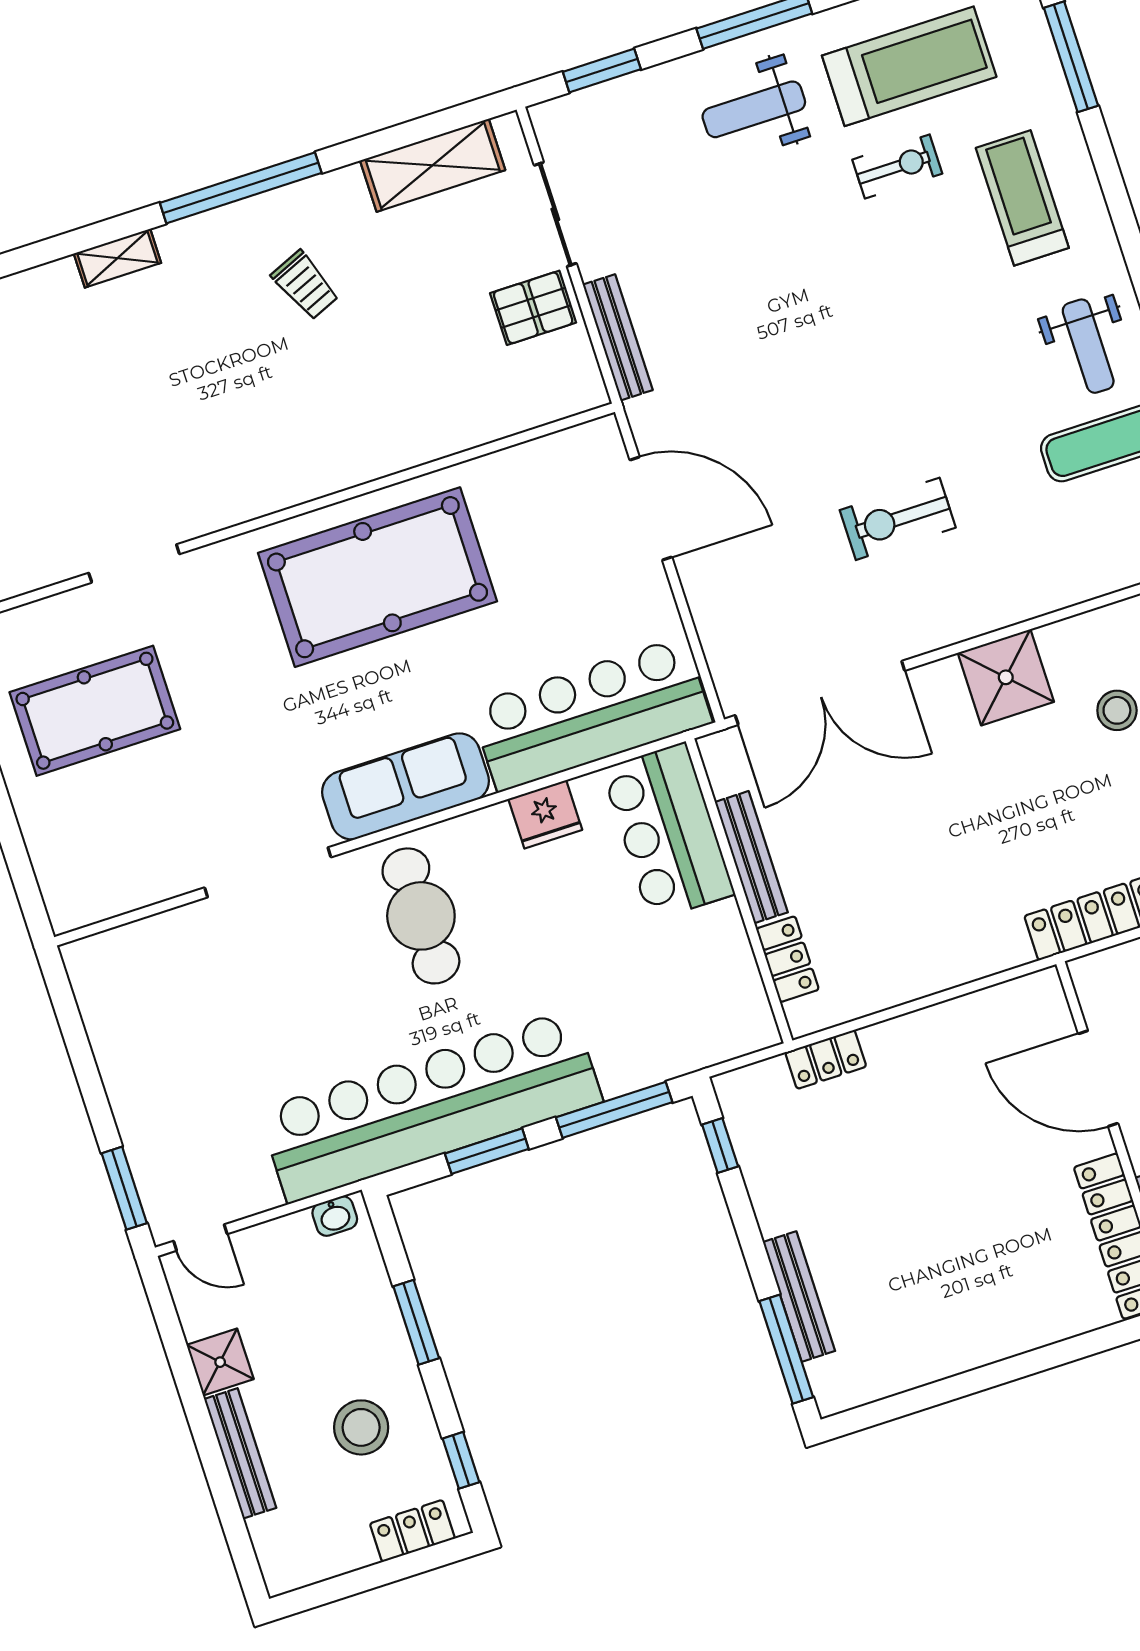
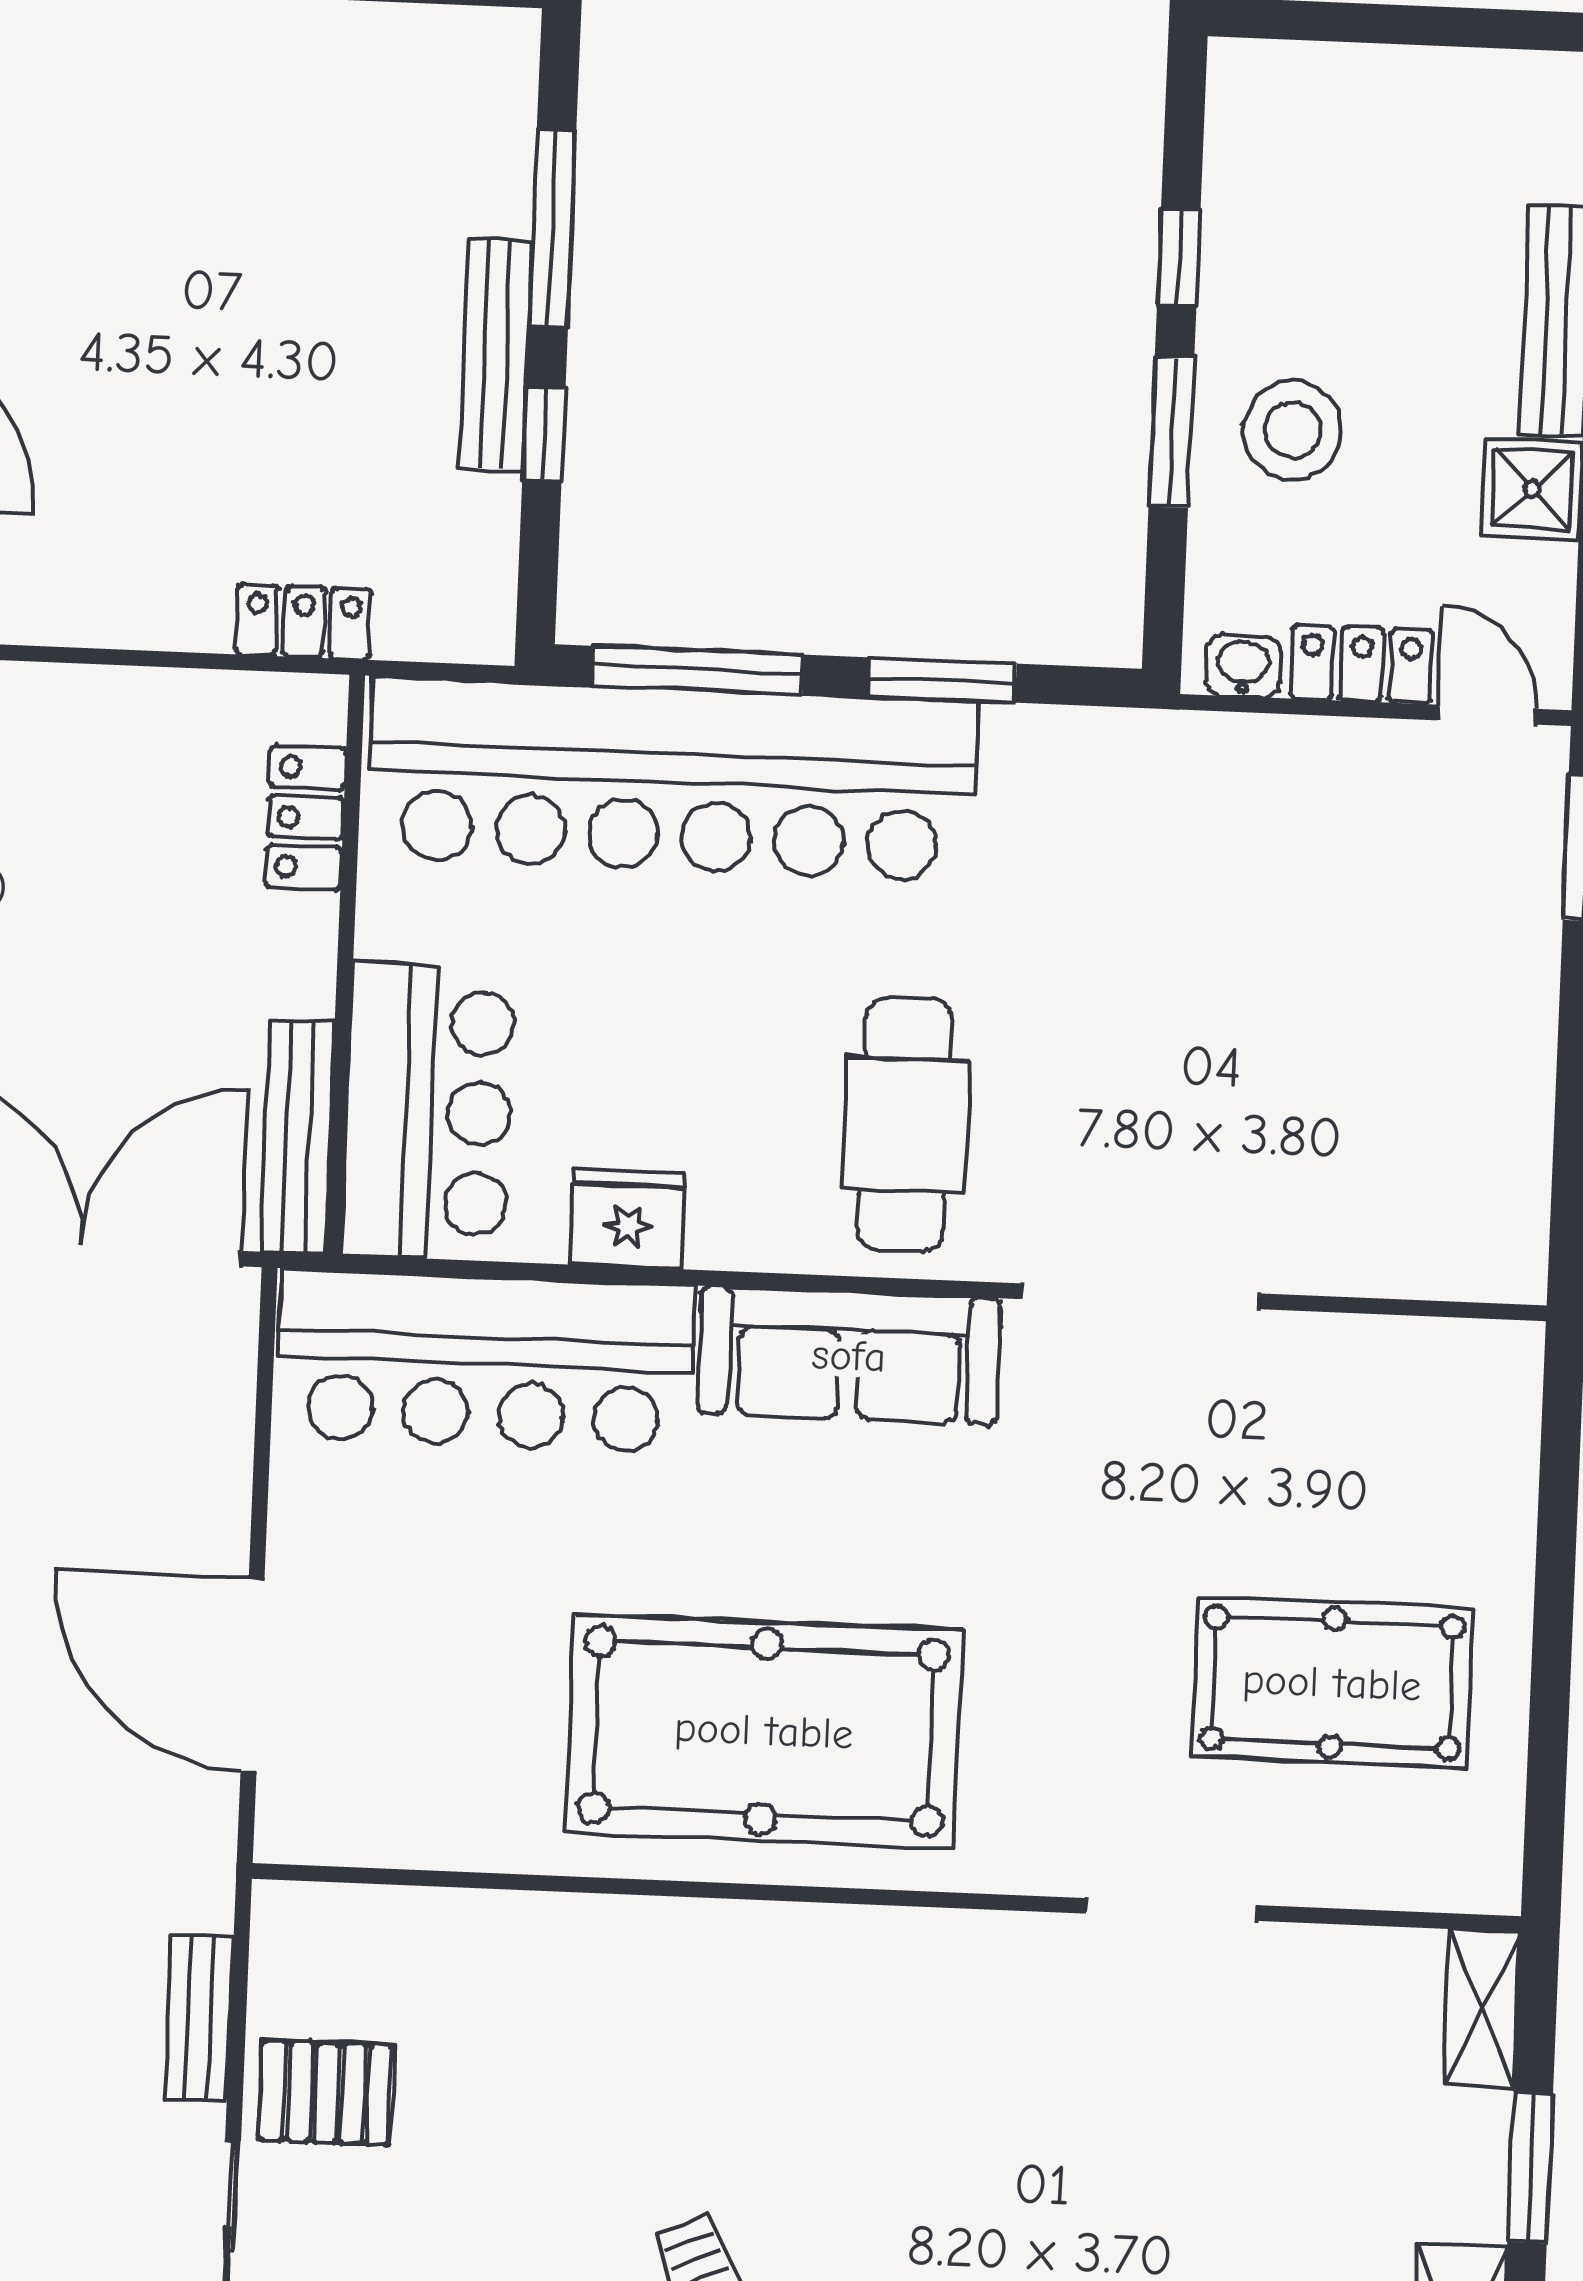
bench: (618, 337) -> (199, 2018), width x0.73
bench: (751, 857) -> (297, 1137), moved
bar counter: (430, 1106) -> (672, 779), moved
window: (720, 1146) -> (544, 434), moved
bench: (799, 1296) -> (495, 355), moved
window: (786, 1349) -> (552, 228), moved
stool: (361, 1427) -> (1293, 430), moved
window: (461, 1460) -> (1179, 257), moved
locker: (412, 1531) -> (1362, 664), moved, turned 180

